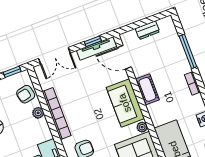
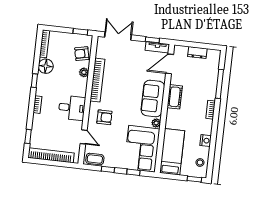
tv unit: (97, 48) -> (157, 47), width x0.71
double door: (54, 56) -> (118, 36), swing flipped
door: (124, 57) -> (170, 64), hinge flipped

